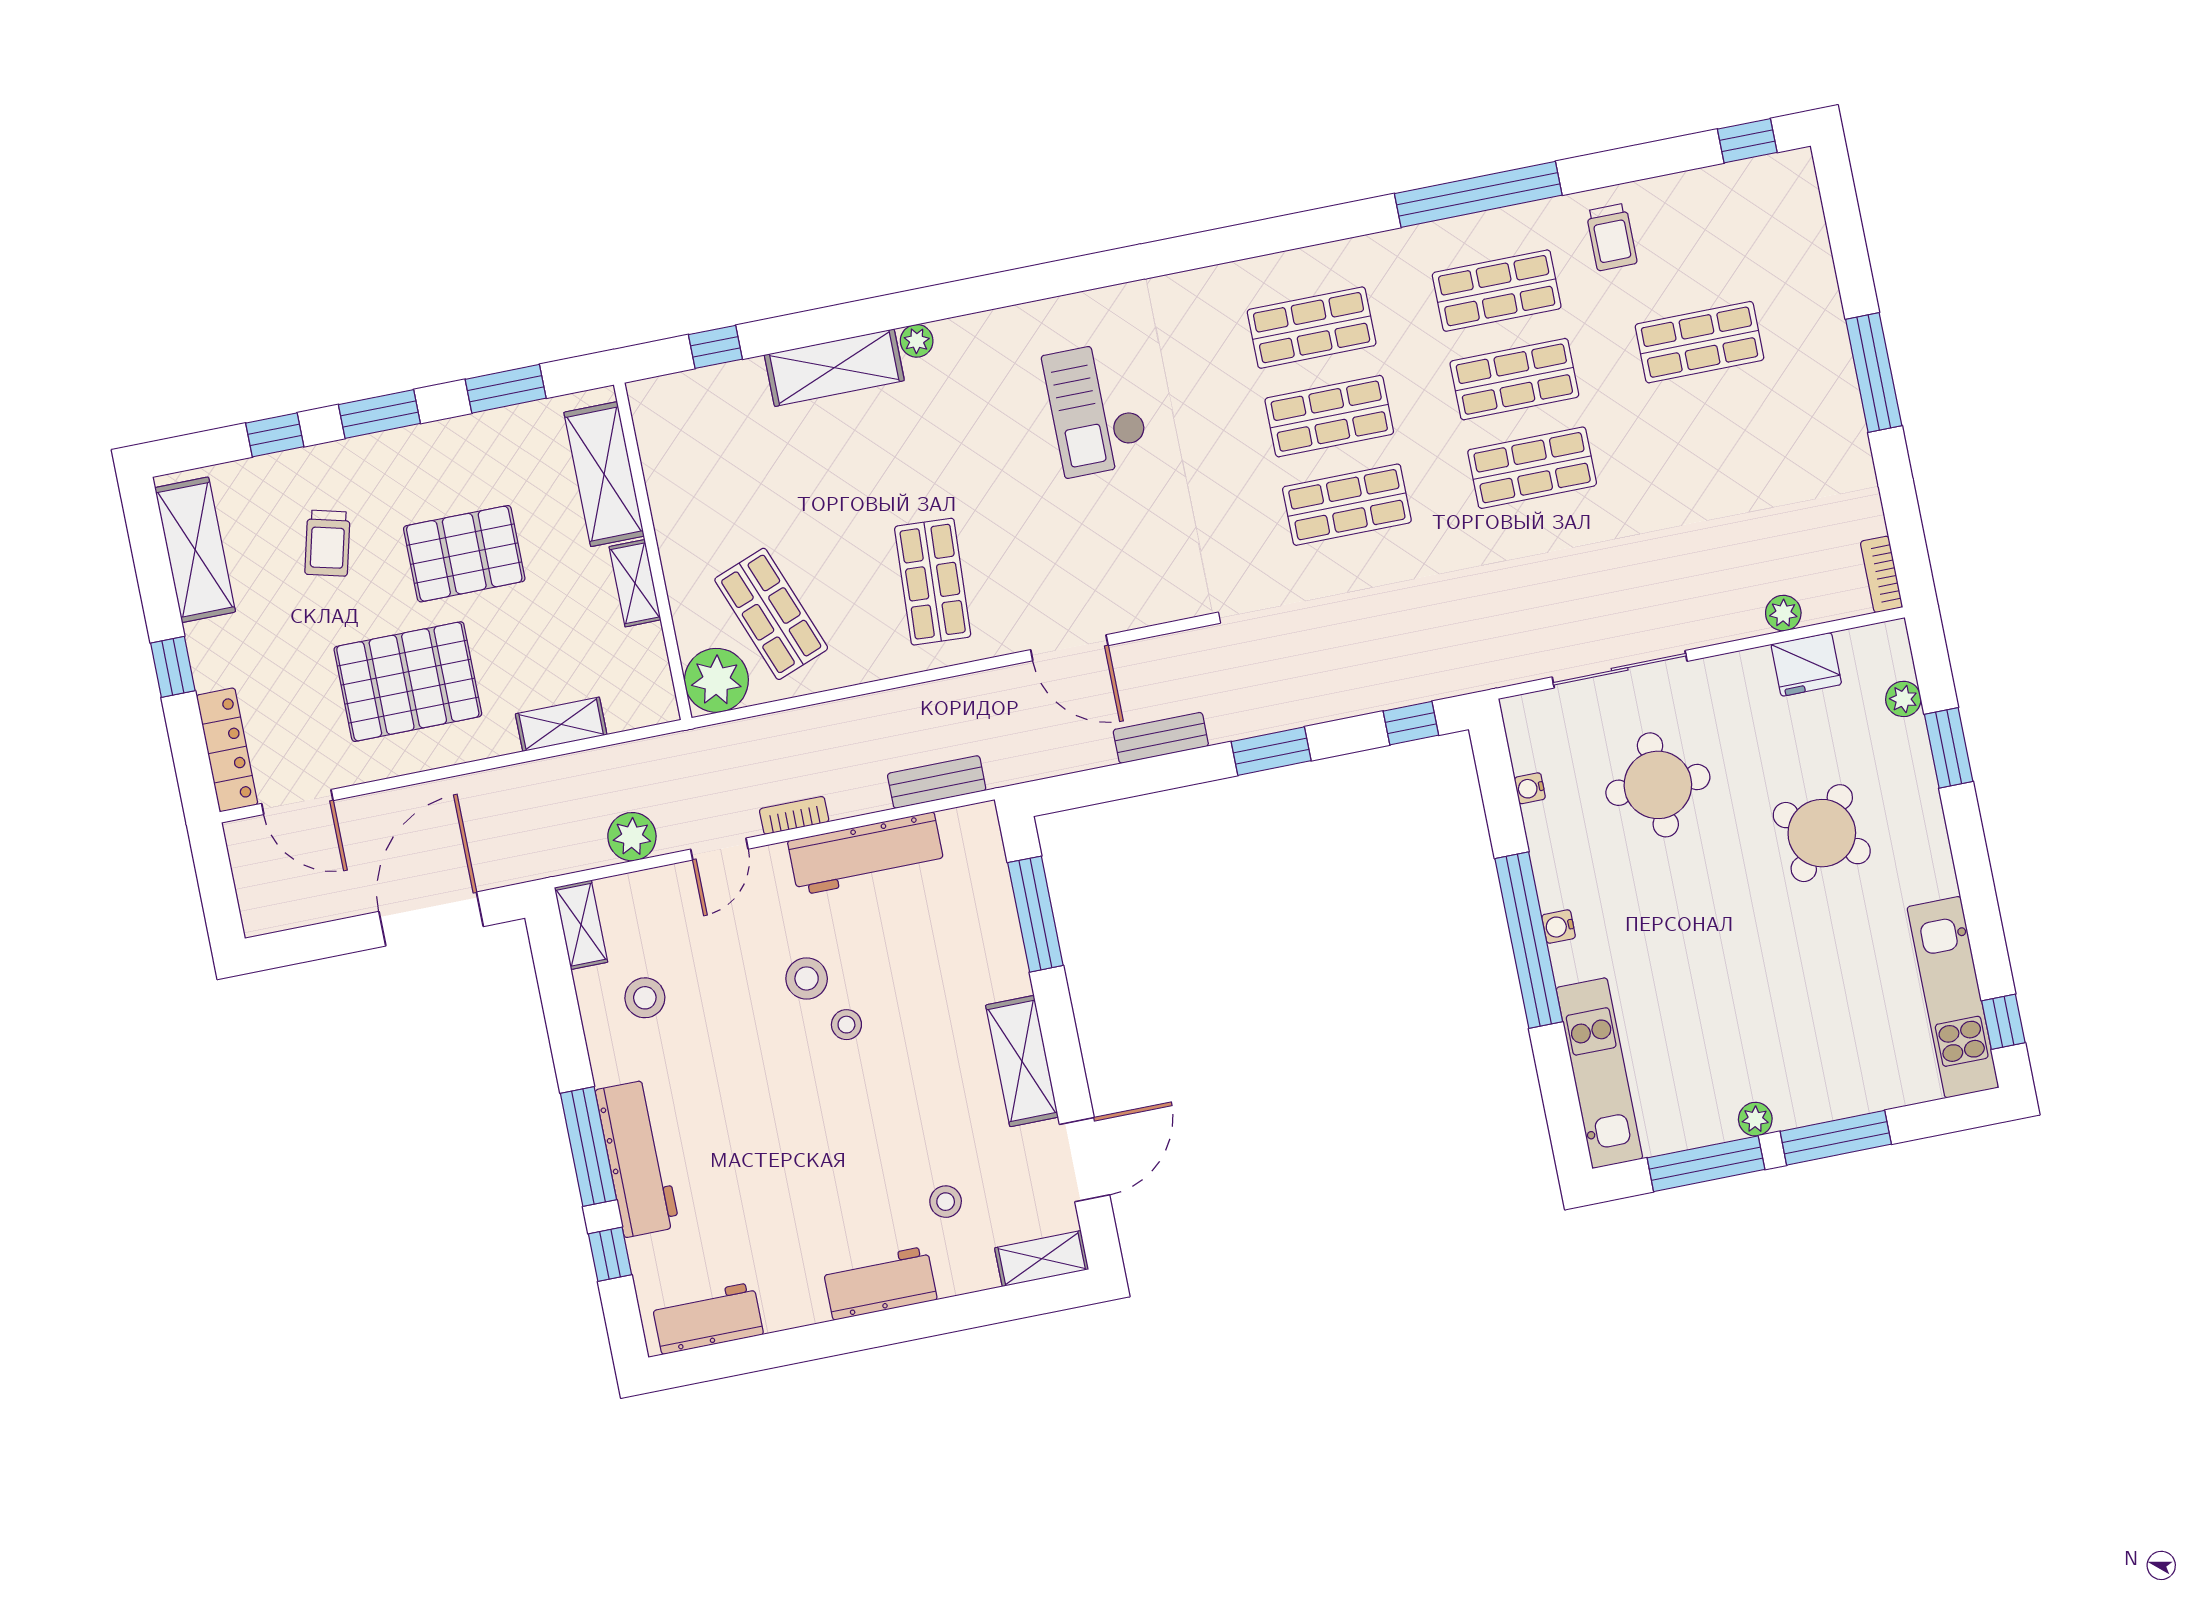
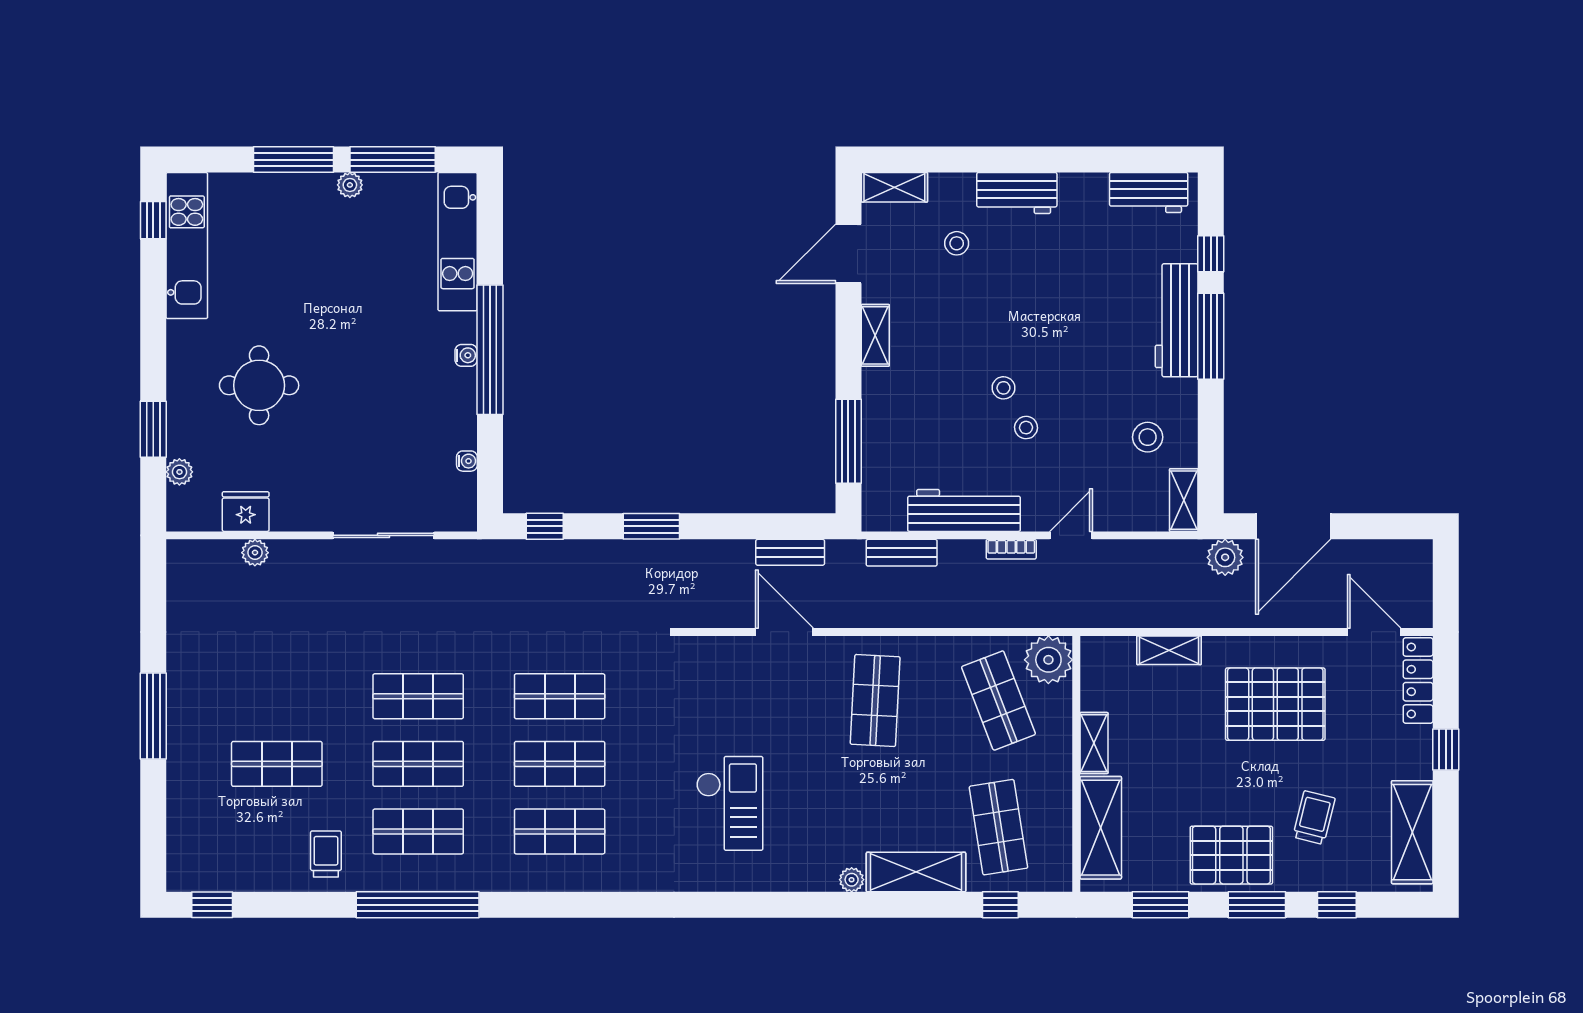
shop shelf: (738, 448) -> (998, 827), added
pallet: (464, 554) -> (1231, 855), moved
bookcase: (1882, 574) -> (177, 567), removed
bench: (1161, 738) -> (790, 552), moved
round table: (1658, 785) -> (372, 445), removed
round table: (1822, 833) -> (259, 385), turned -38
plant: (632, 837) -> (1225, 557), moved
stool: (807, 978) -> (1026, 428), width x0.73, depth x0.73
shelving: (1022, 1061) -> (875, 335), width x0.67, depth x0.75

